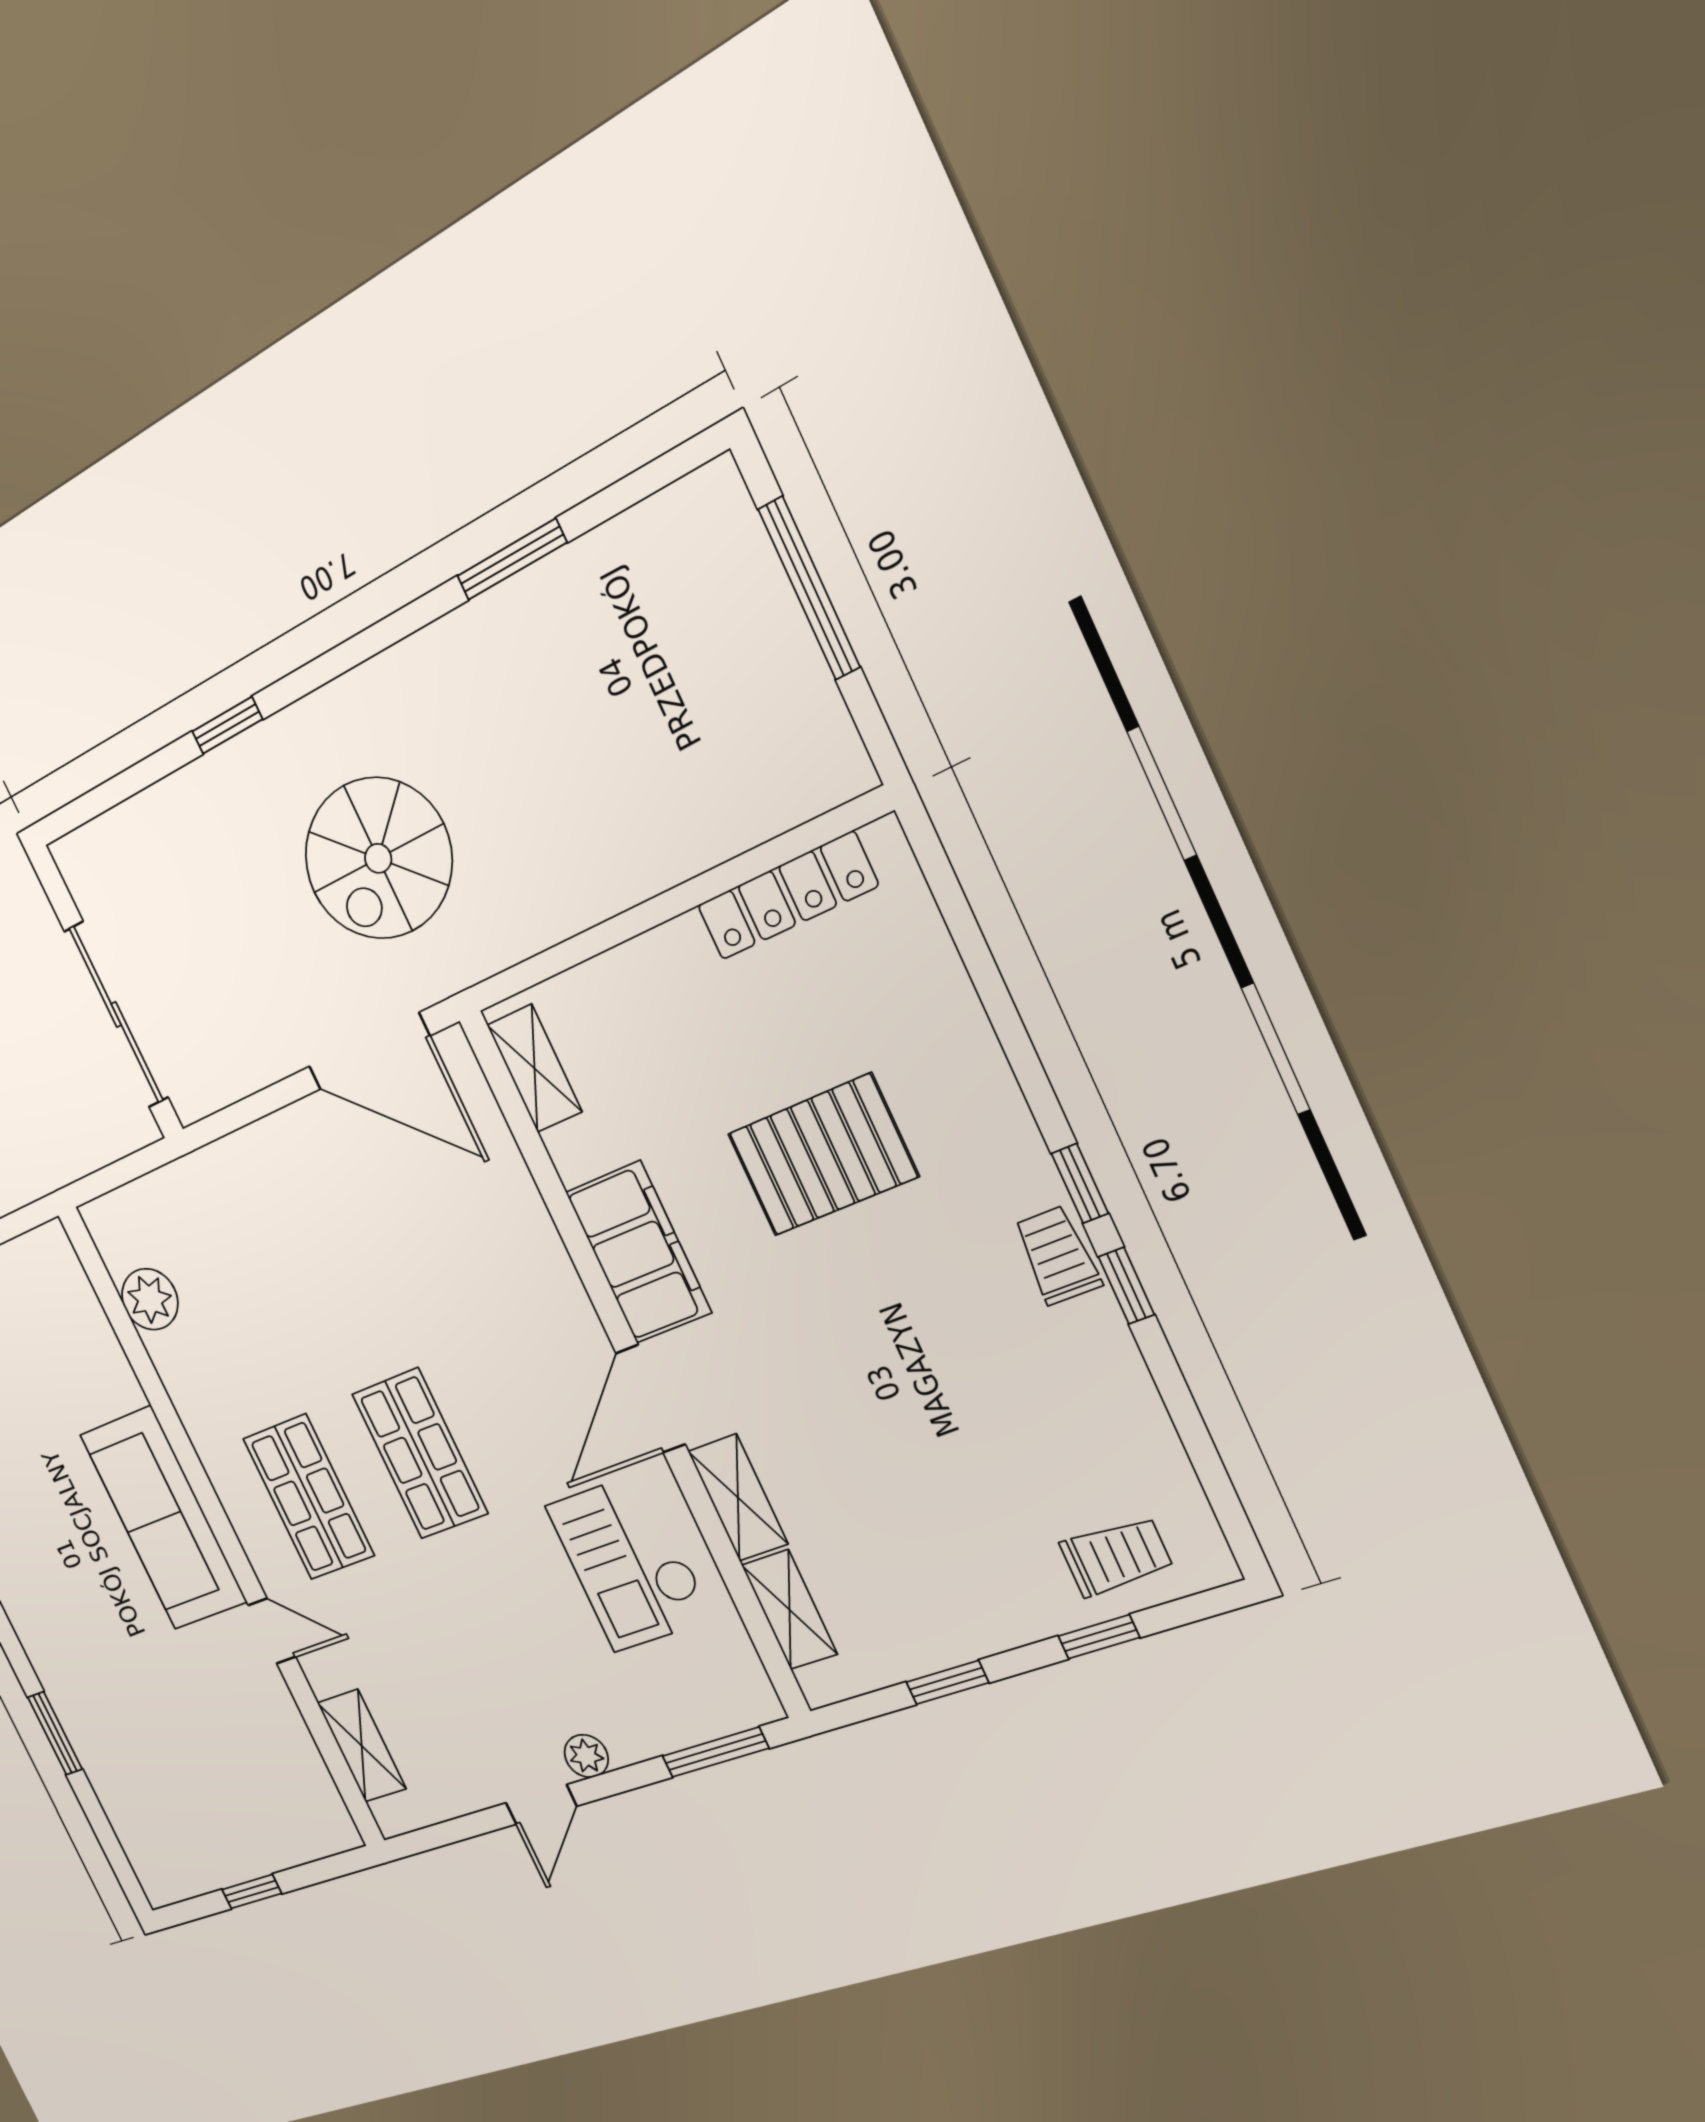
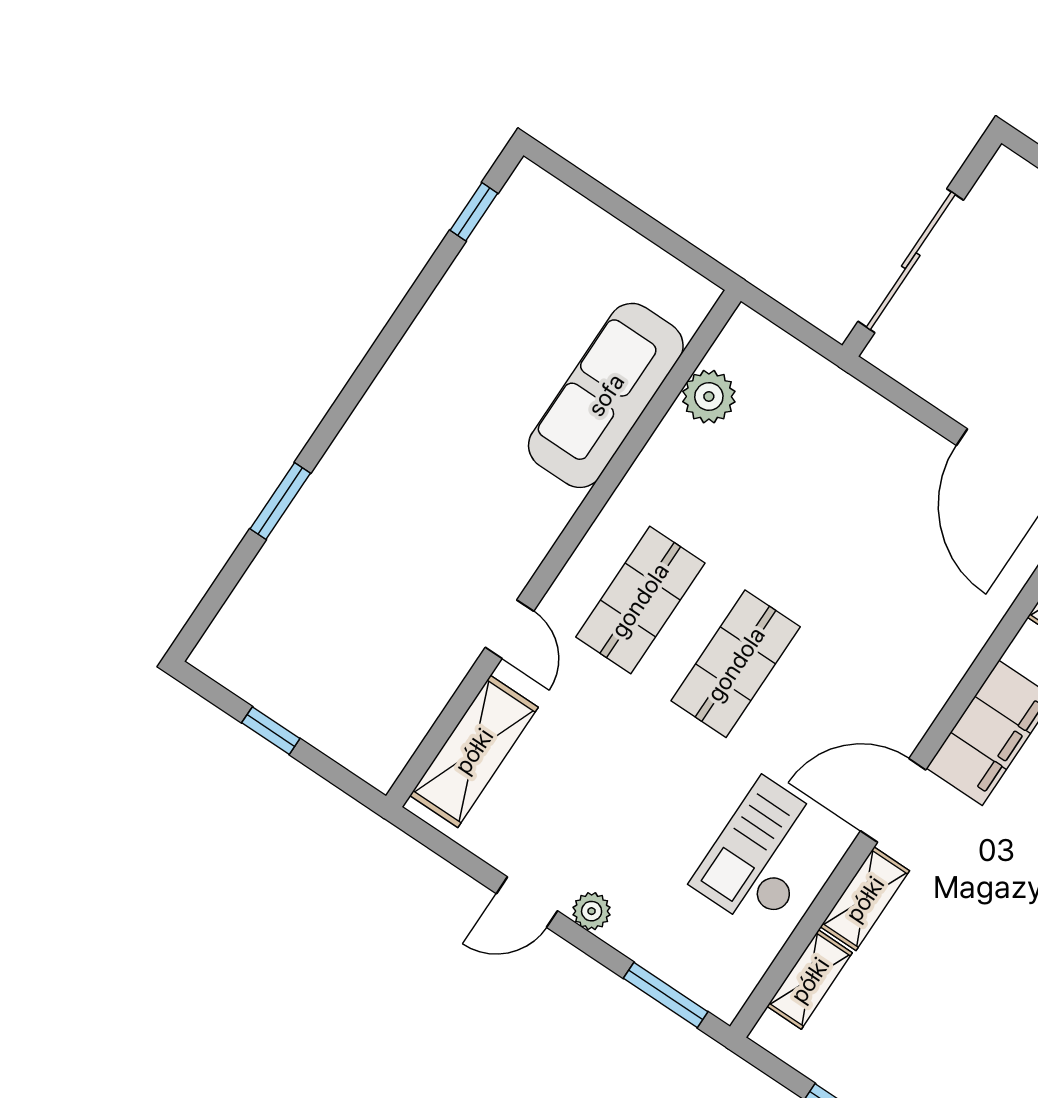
sofa: (163, 1518) -> (606, 395), moved
shelving: (362, 1746) -> (474, 751), width x1.50, depth x1.33

